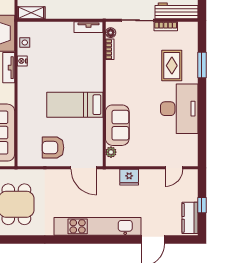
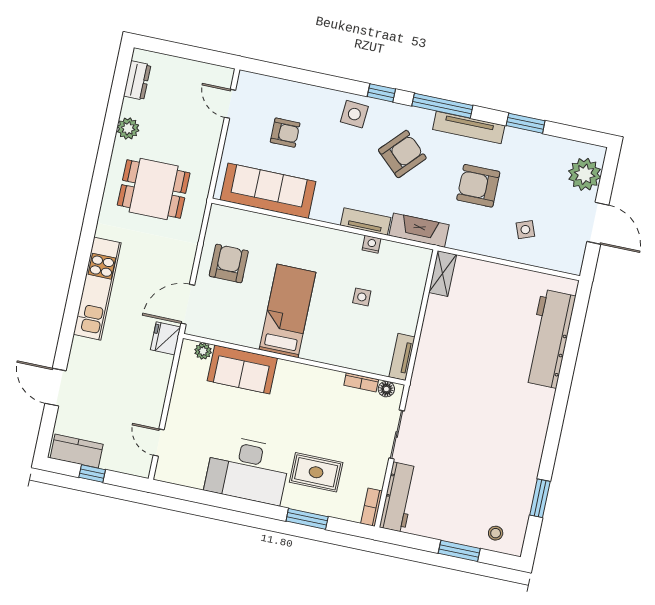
bookcase: (166, 26) -> (372, 507), moved
side table: (25, 43) -> (362, 297), moved
fridge: (129, 177) -> (166, 338), moved
kitchen unit: (97, 226) -> (97, 289), width x0.73

